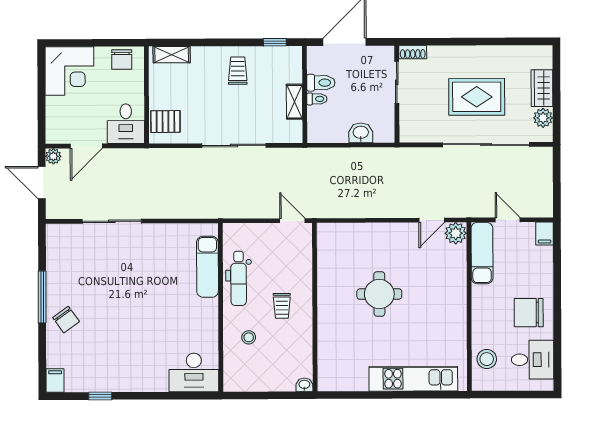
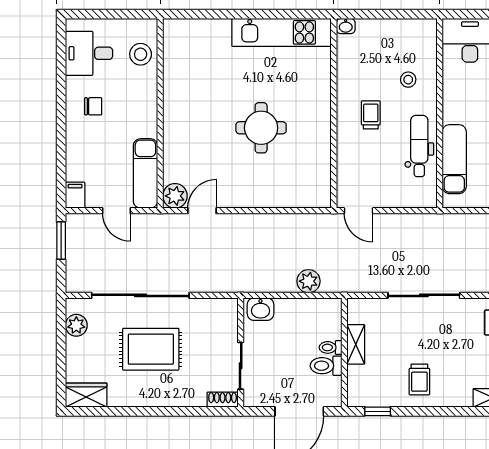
wardrobe: (542, 88) -> (86, 395), moved, turned -90
washbasin: (361, 133) -> (260, 309), moved
plant: (337, 158) -> (308, 281), added
window: (557, 193) -> (61, 241), added
chair: (529, 313) -> (93, 106), width x0.54, depth x0.54
kitchen unit: (413, 379) -> (282, 32), moved

